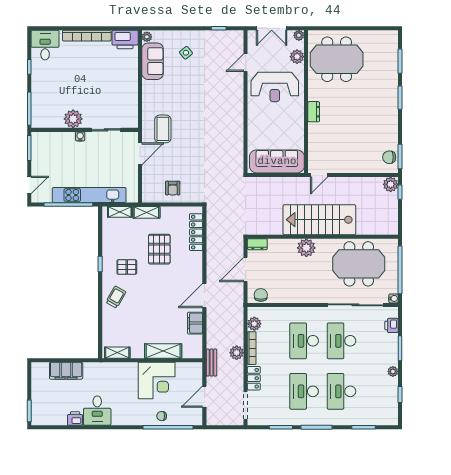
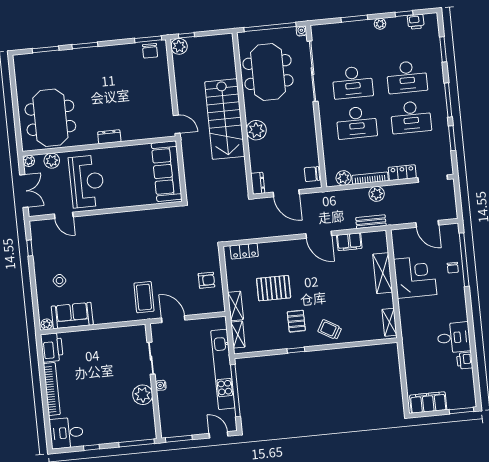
coffee table: (163, 129) -> (144, 297), turned 90
locker: (196, 232) -> (244, 251), width x0.66
printer: (392, 325) -> (416, 22), moved
bench: (211, 363) -> (371, 222), moved
filing cabinet: (66, 371) -> (428, 403), moved, turned -90

